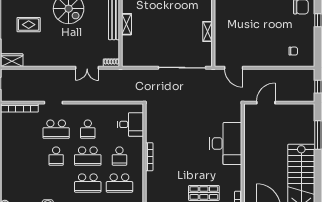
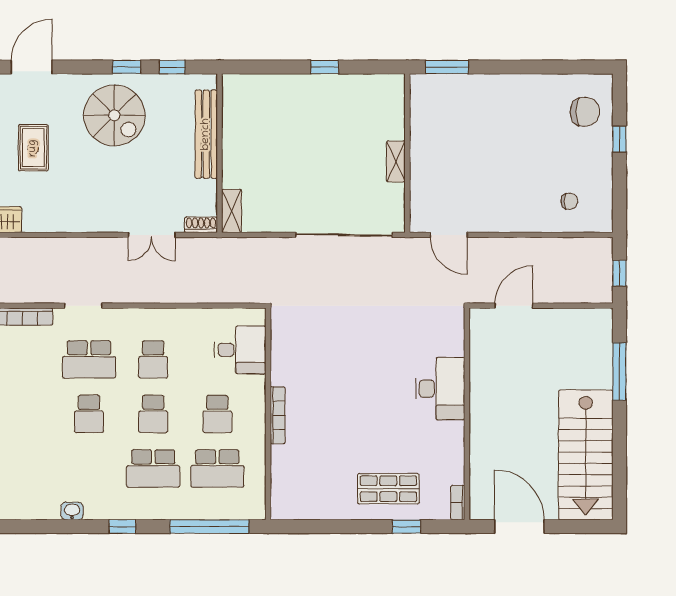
shelving: (126, 24) -> (231, 211), moved
rug: (29, 25) -> (33, 148), turned 90
desk: (226, 144) -> (440, 389), width x0.73, depth x0.77
school desk: (88, 156) -> (153, 414), width x0.54

